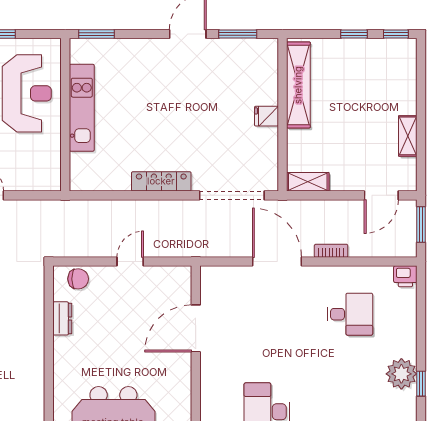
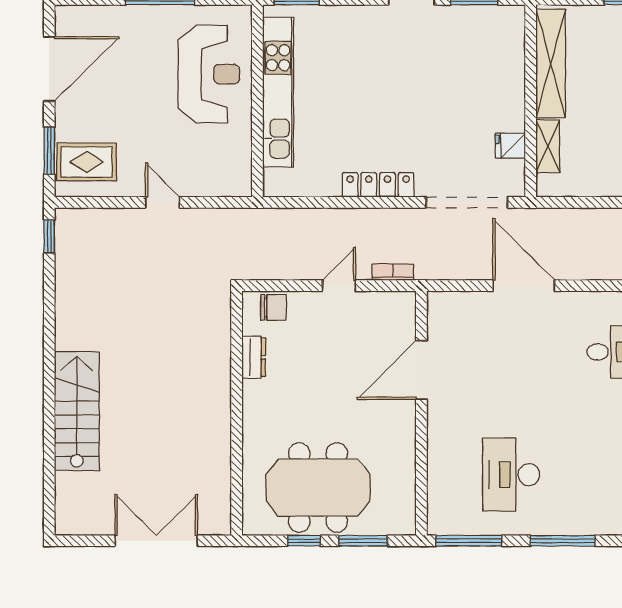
kitchen unit: (82, 108) -> (278, 92), width x1.36
fridge: (266, 116) -> (510, 146), moved
shelving: (308, 182) -> (548, 146), moved, turned 90
bookcase: (331, 251) -> (393, 272), moved

